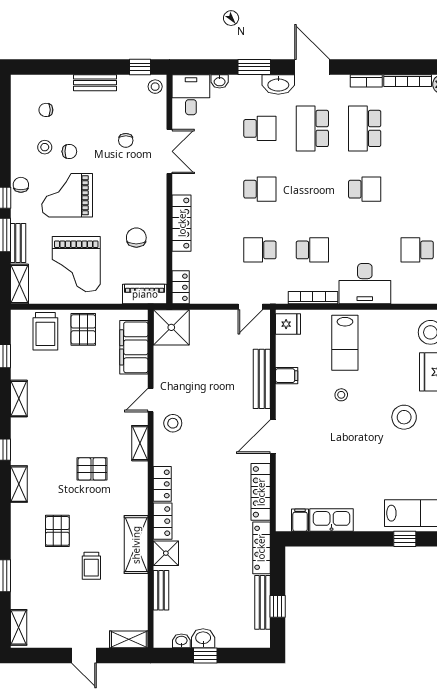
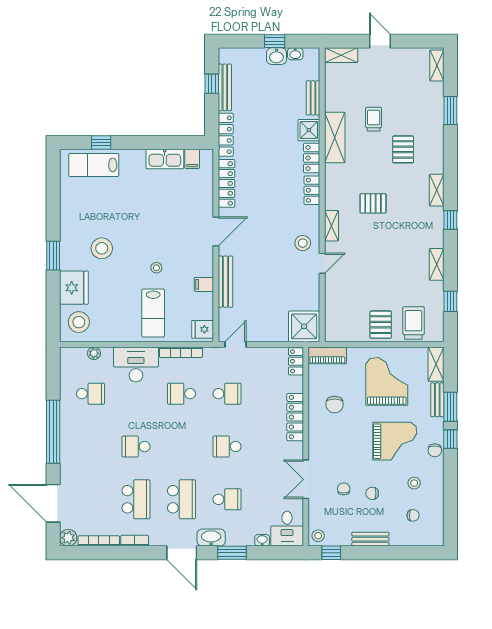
school desk: (260, 128) -> (227, 499), turned 180
chair: (69, 151) -> (372, 493), moved
plant: (413, 296) -> (94, 353), added
lab bench: (345, 343) -> (153, 313), turned 180
filing cabinet: (134, 347) -> (337, 309), removed

